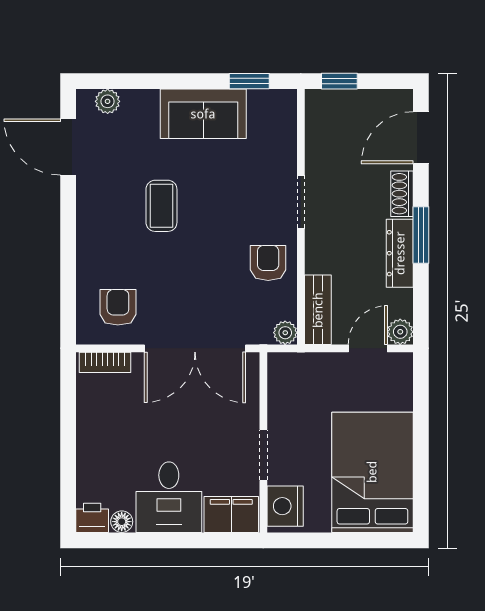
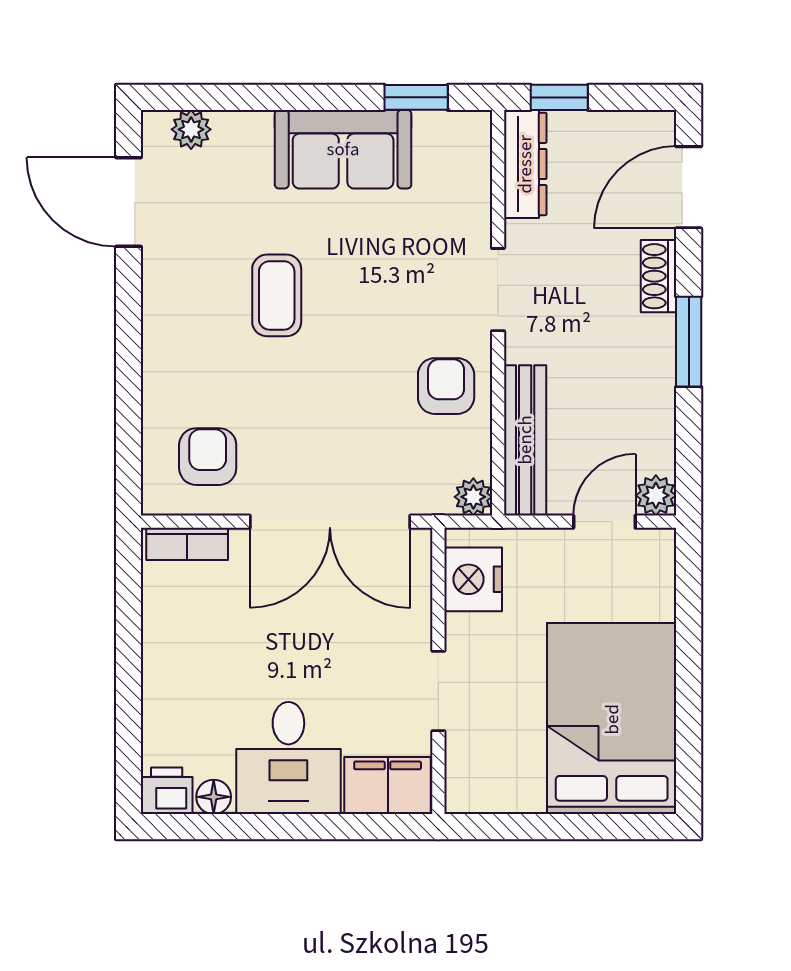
dresser: (400, 253) -> (525, 164), moved, turned 180
bench: (318, 310) -> (525, 440), width x1.36
nightstand: (285, 506) -> (473, 579), moved

